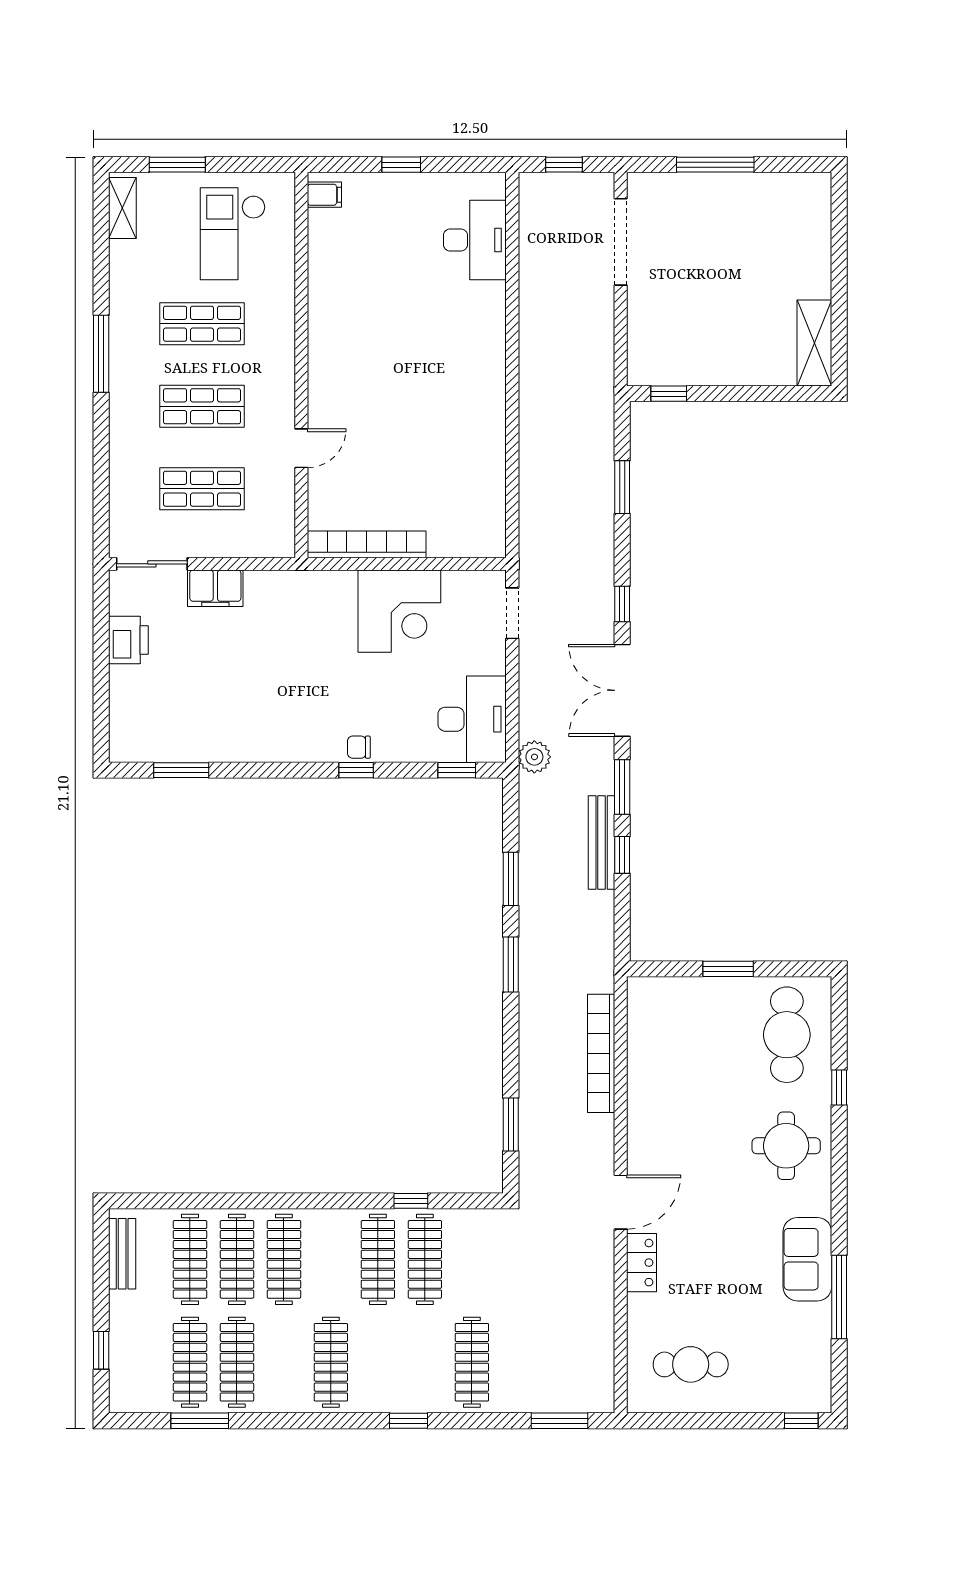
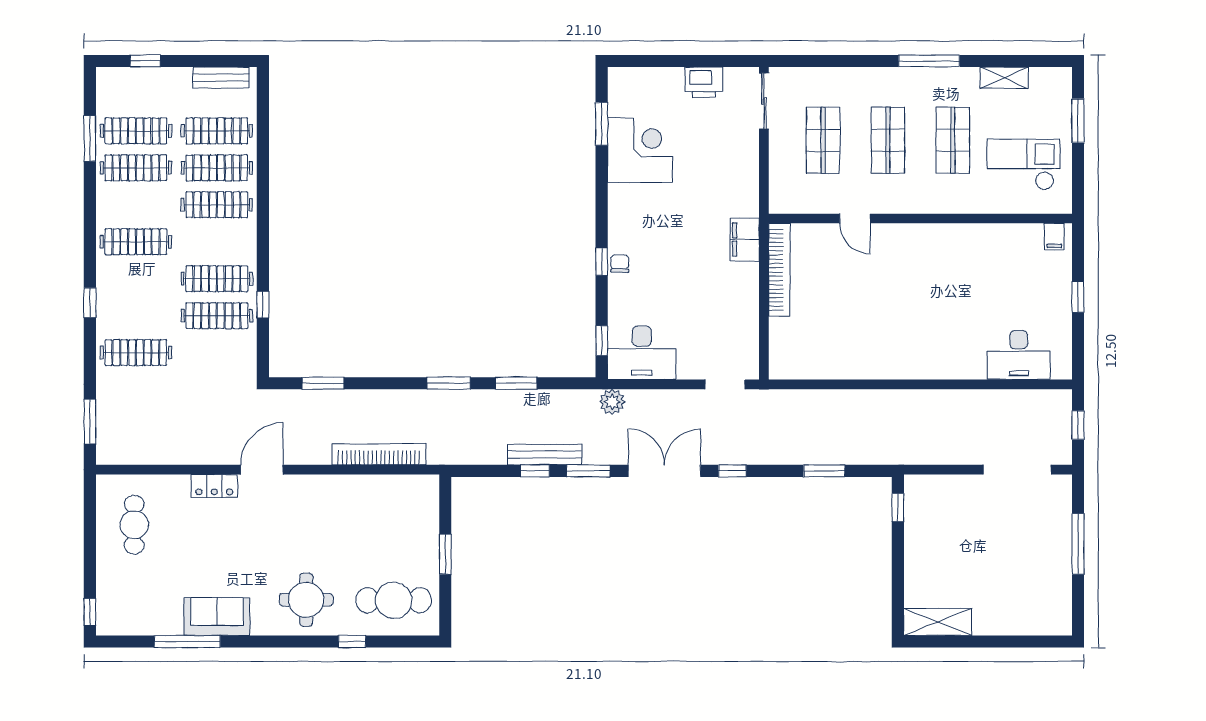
shelving: (122, 208) -> (1004, 78), moved
filing cabinet: (215, 588) -> (745, 240), moved
corner desk: (399, 611) -> (640, 150), moved, turned 180
door: (621, 1202) -> (262, 470), swing flipped

